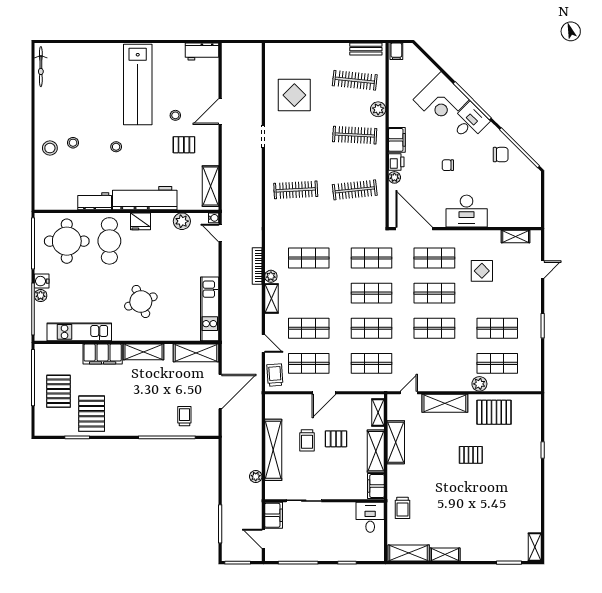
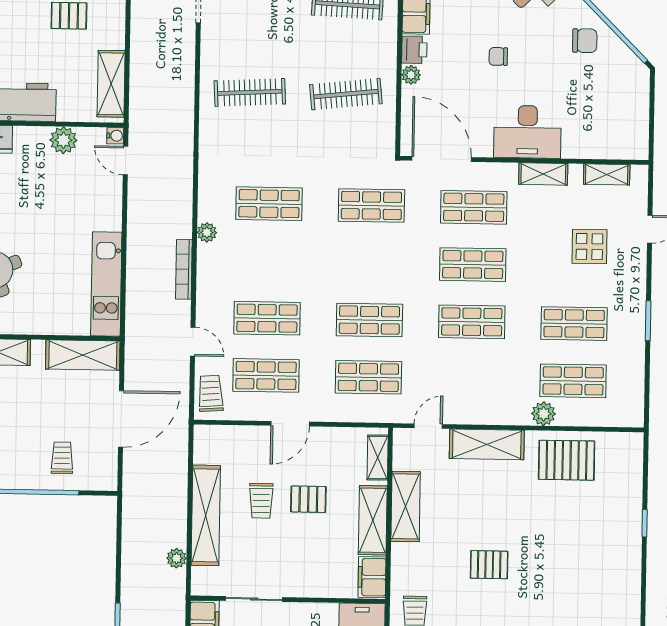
bookcase: (257, 266) -> (184, 269), moved
display table: (482, 271) -> (589, 247), moved
shop shelf: (372, 293) -> (370, 263), removed
shelving: (271, 298) -> (543, 174), moved, turned 90
pallet: (471, 455) -> (489, 565), moved

